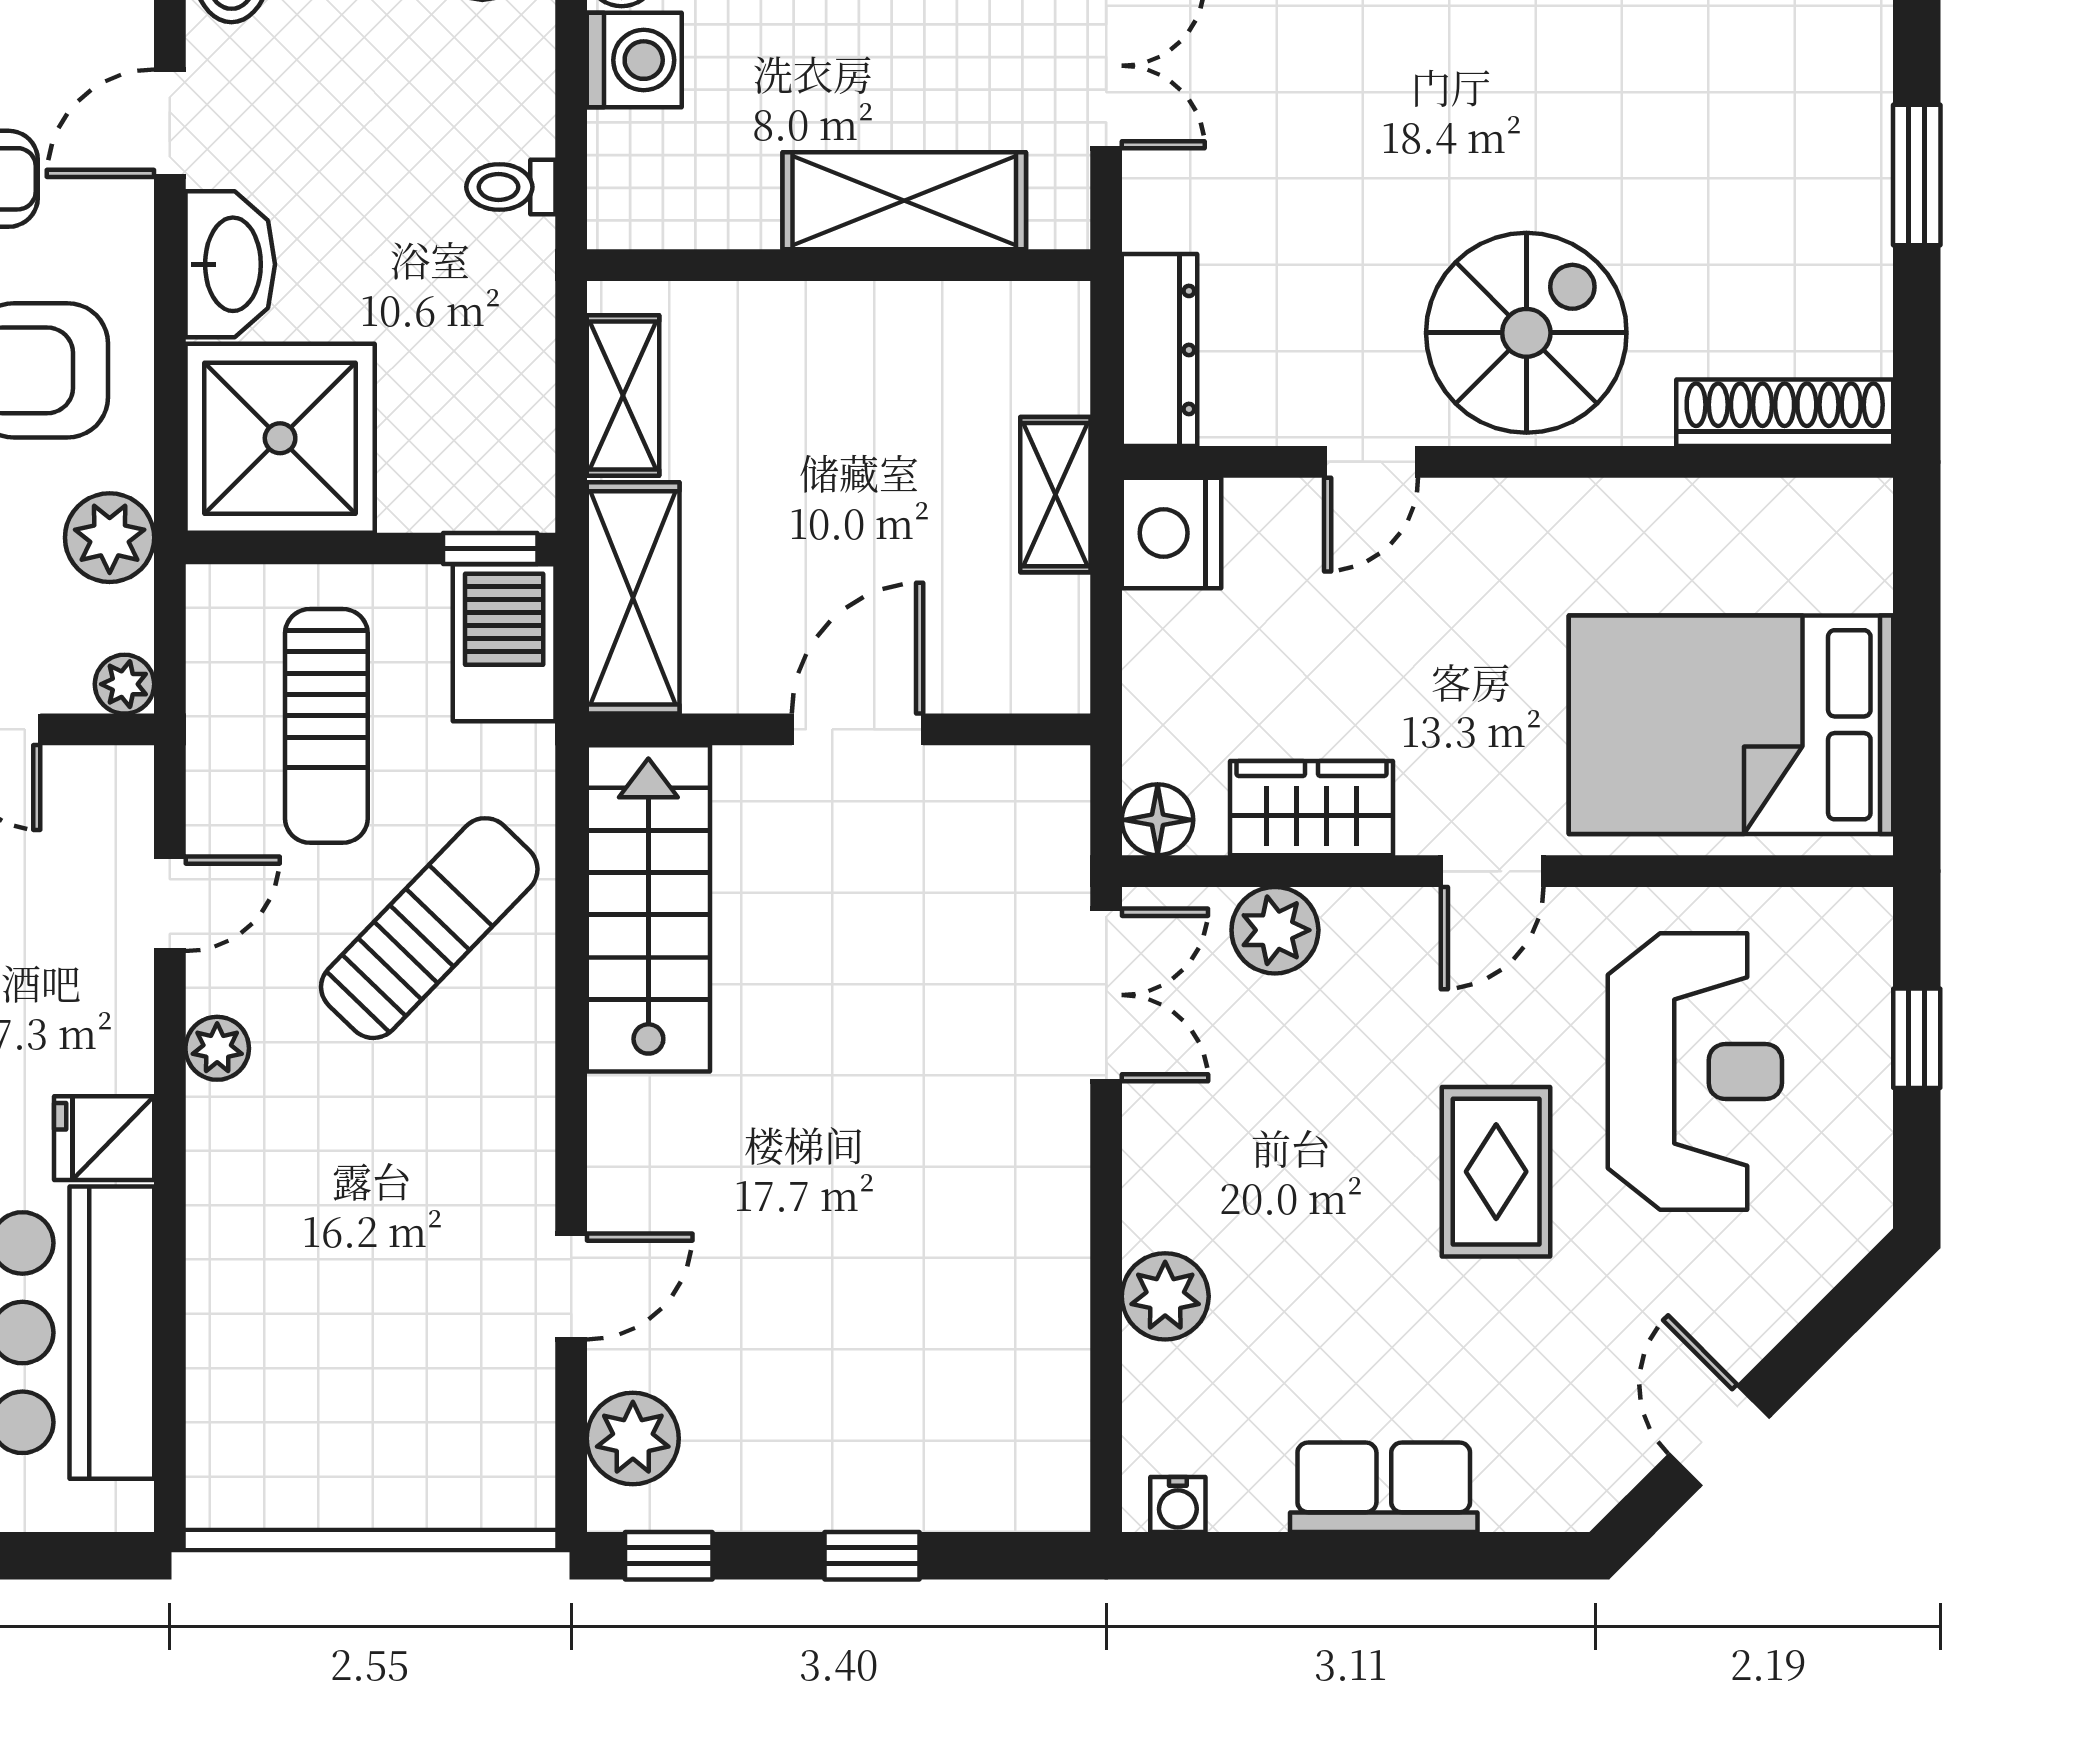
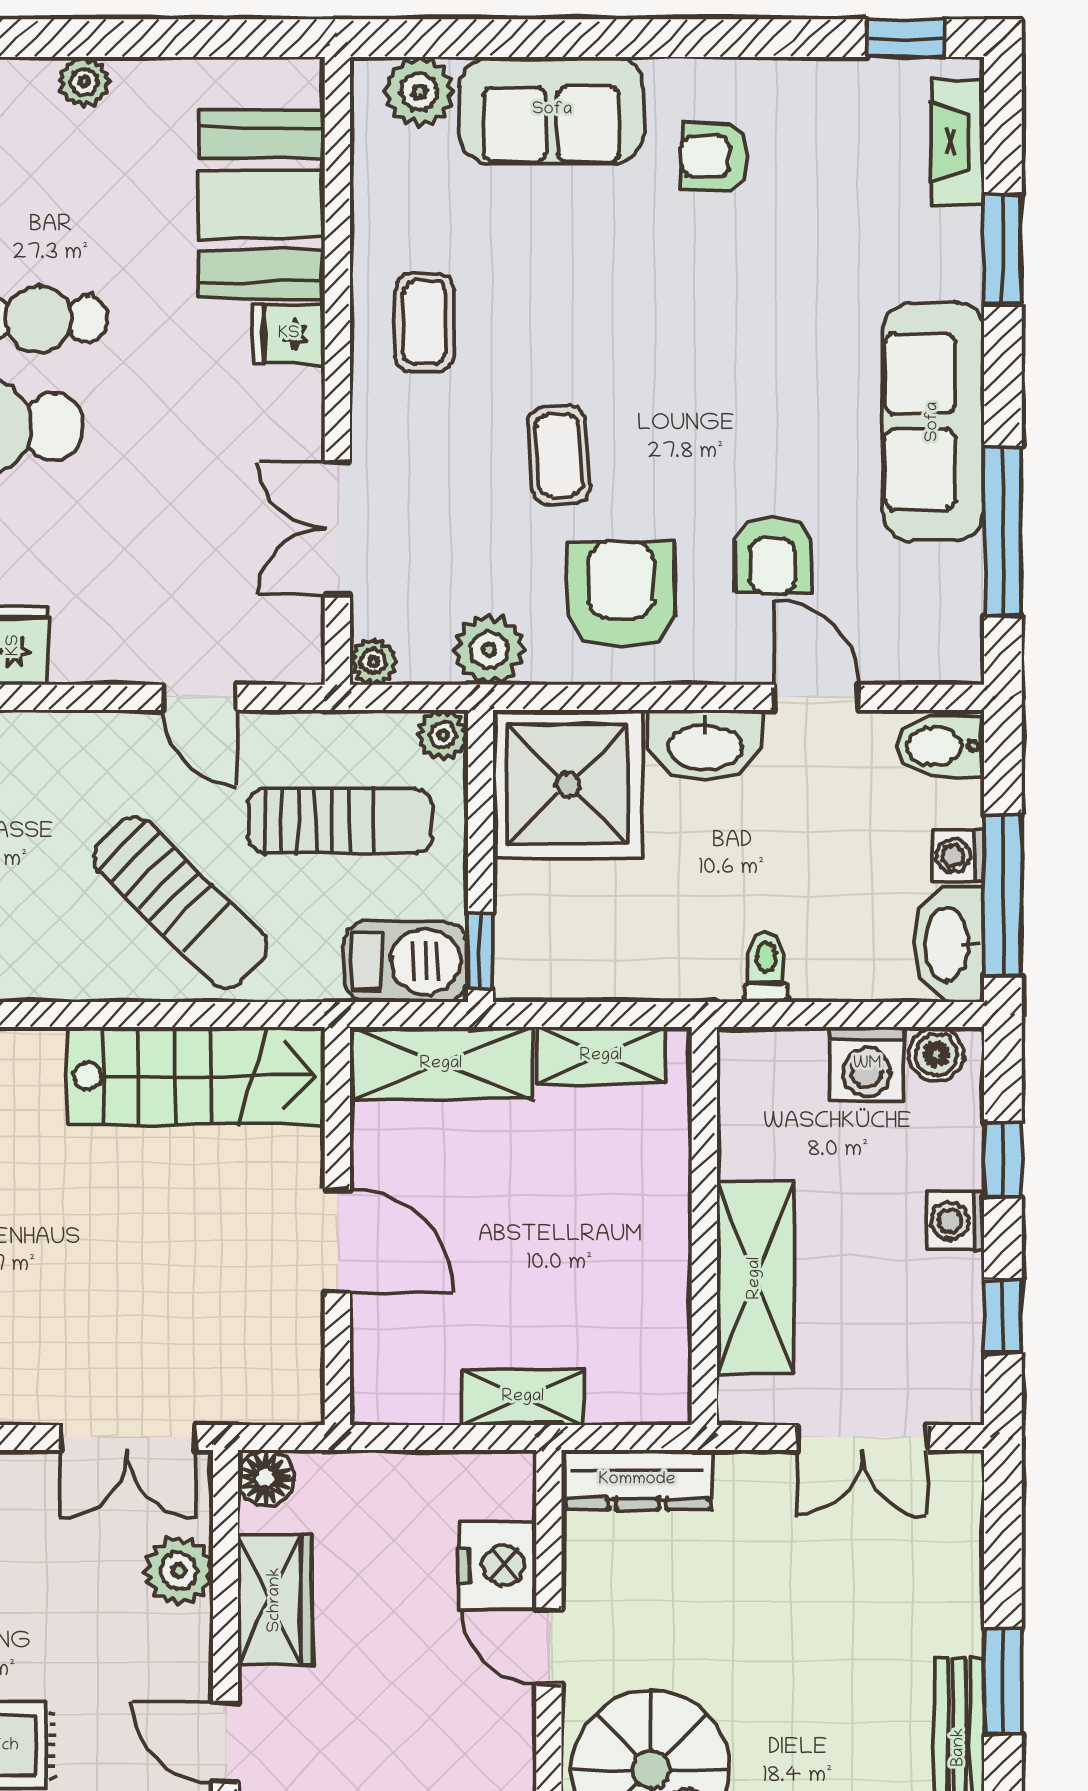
nightstand: (1172, 533) -> (497, 1565), moved, turned 90
sun lounger: (326, 726) -> (340, 821), turned 180
plant: (217, 1048) -> (443, 735), moved

